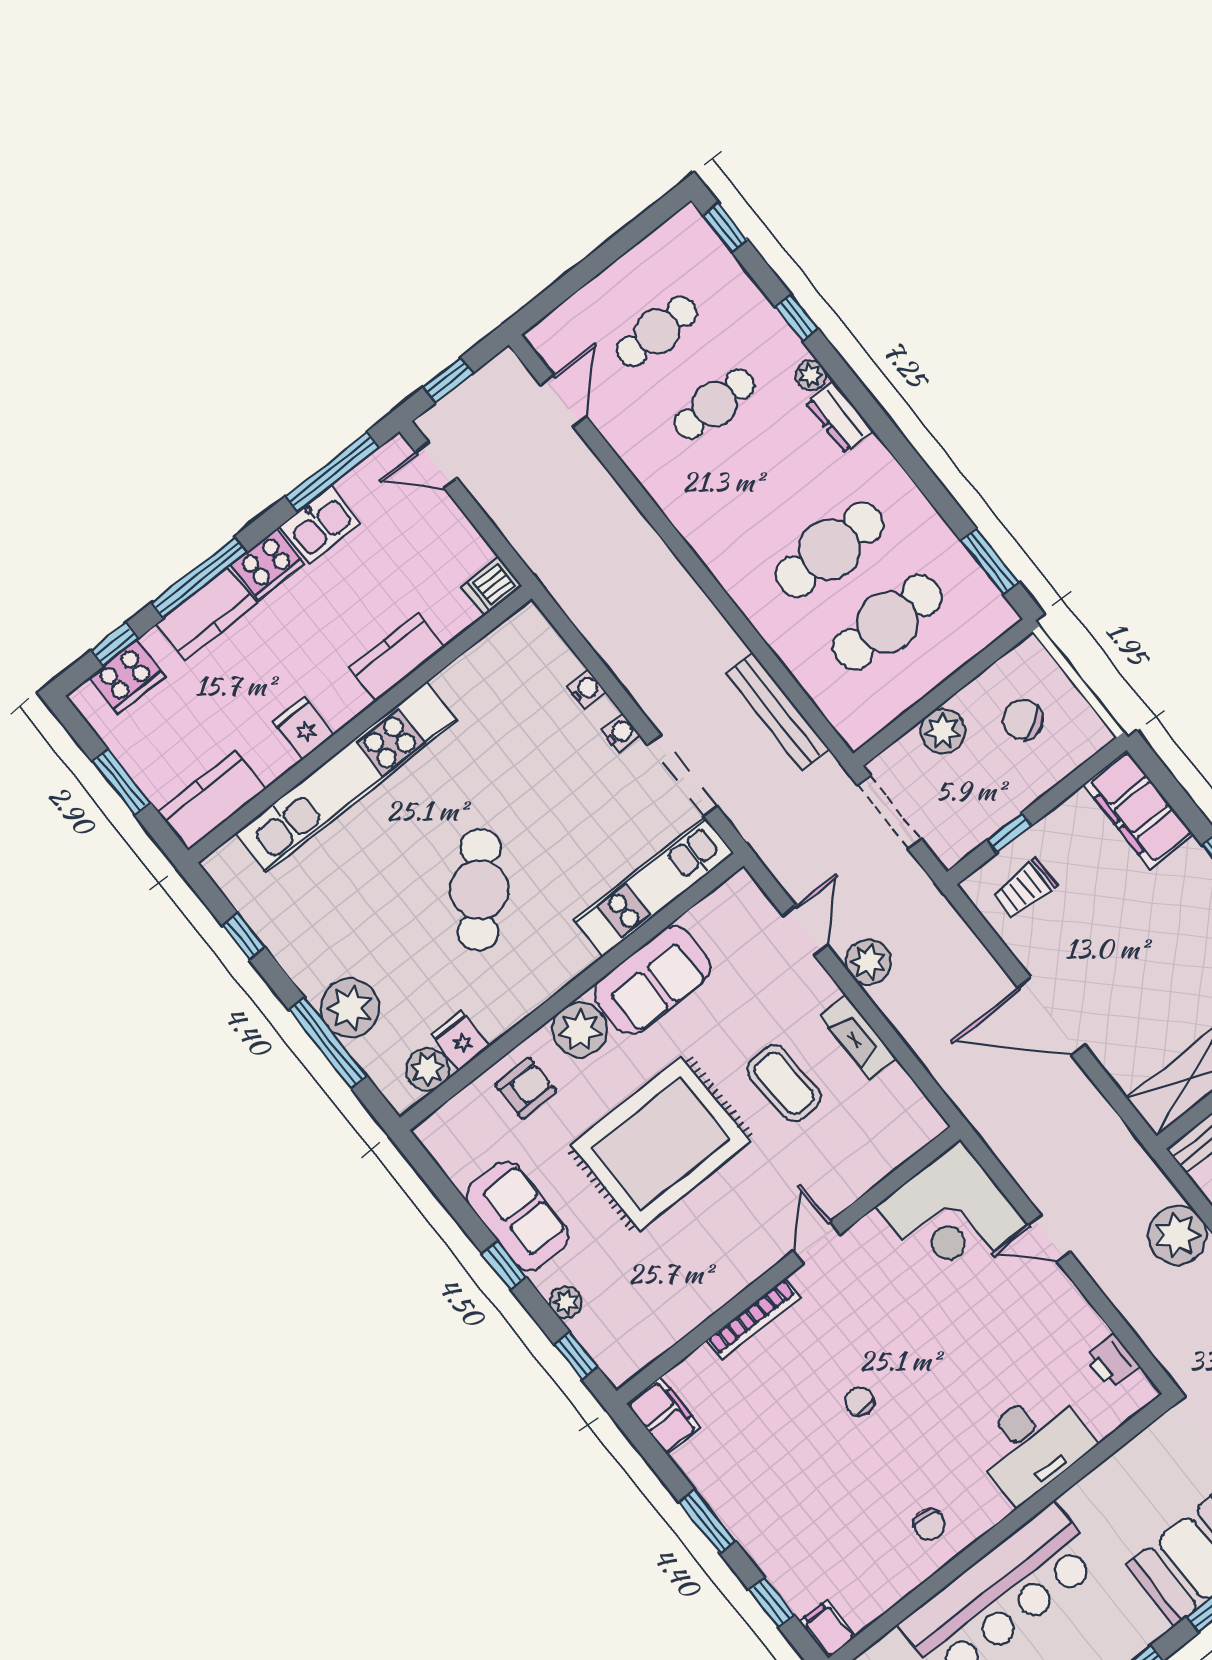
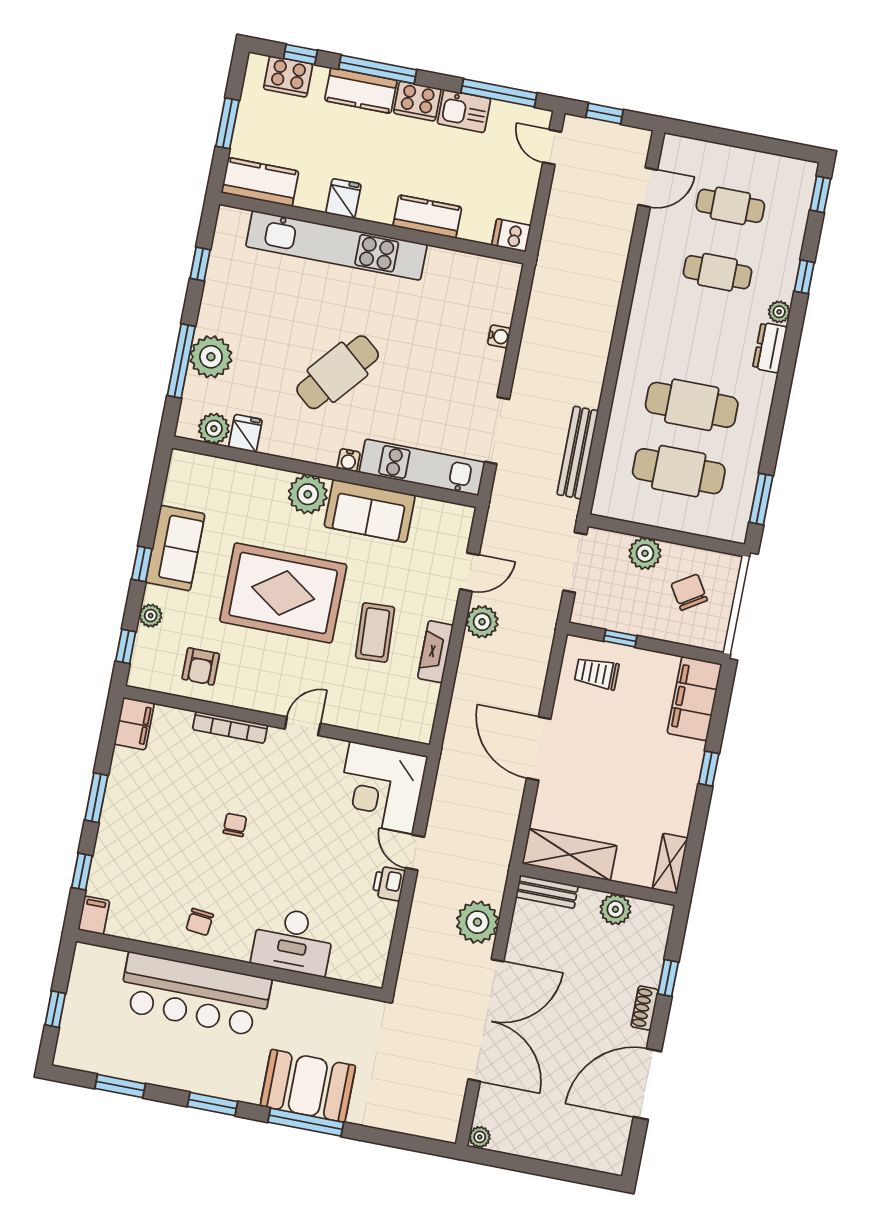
water cooler: (621, 732) -> (349, 460), moved, turned 90
armchair: (526, 1088) -> (201, 666), moved, turned 90
printer: (1112, 1361) -> (389, 883), moved

